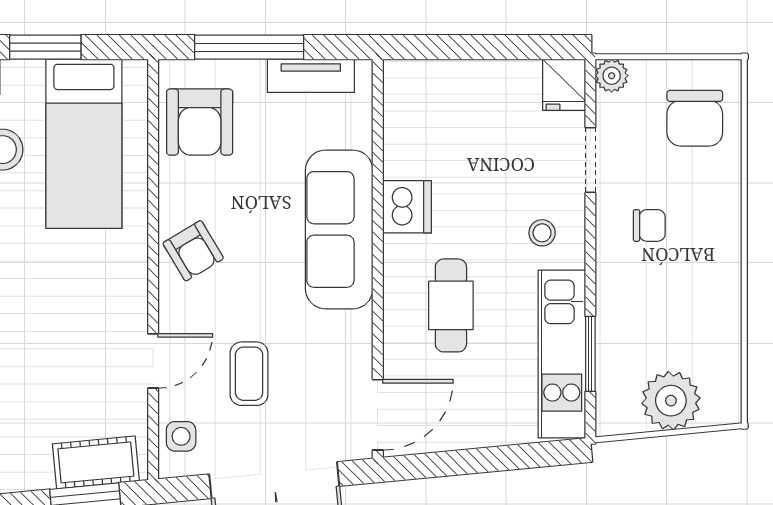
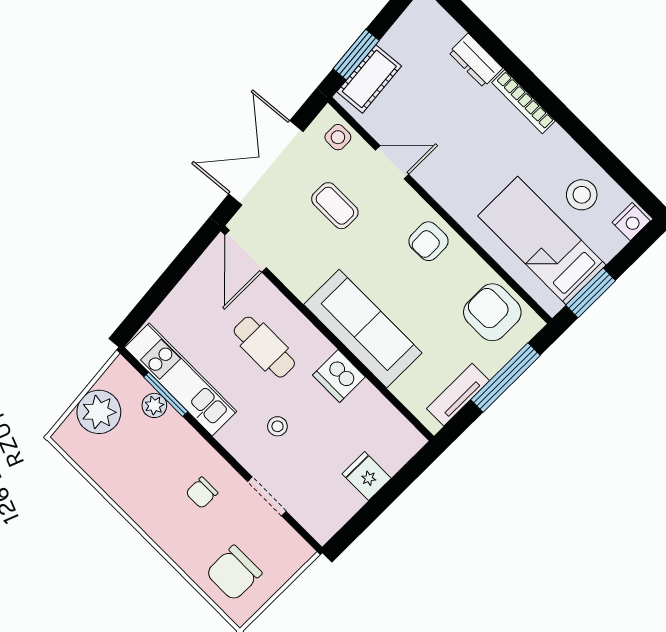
window: (45, 47) -> (591, 293), moved
plant: (612, 76) -> (154, 405), moved
fridge: (564, 85) -> (367, 476), moved
chair: (695, 118) -> (234, 573), turned -90
stool: (542, 233) -> (277, 426), moved
armchair: (193, 251) -> (428, 241), turned -60
door: (153, 361) -> (392, 162), swing flipped

